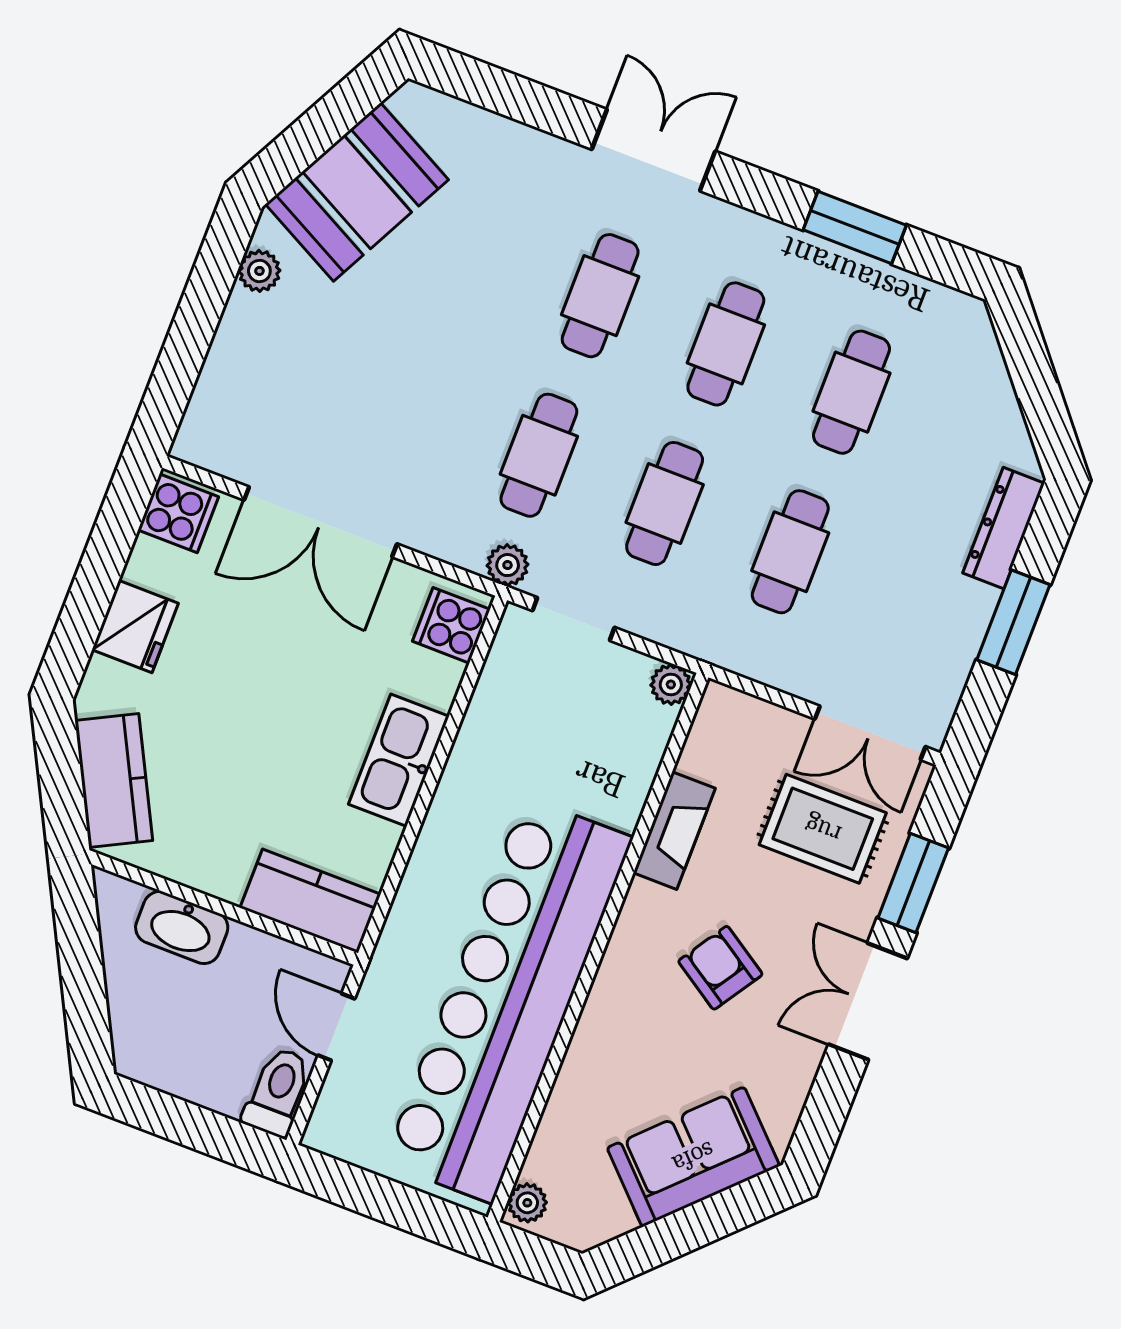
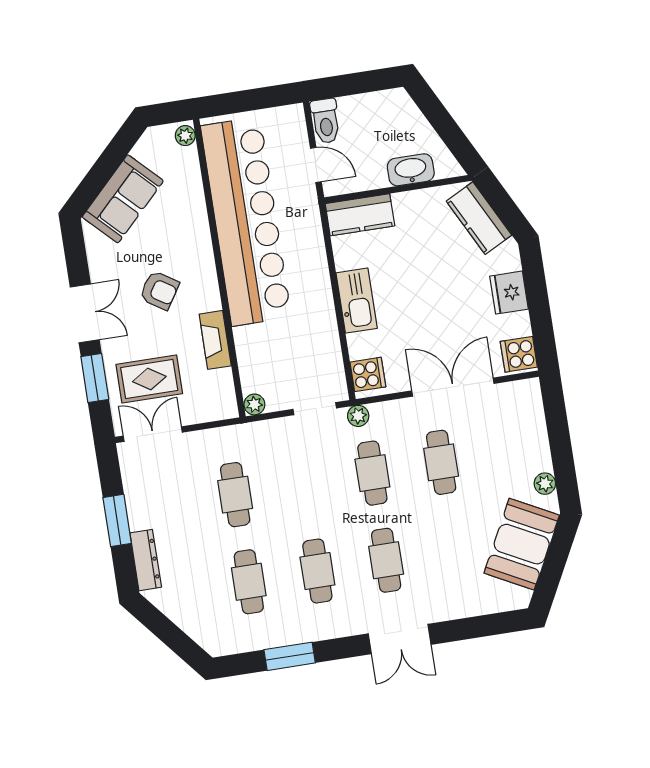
cafe table: (665, 503) -> (441, 462), moved

